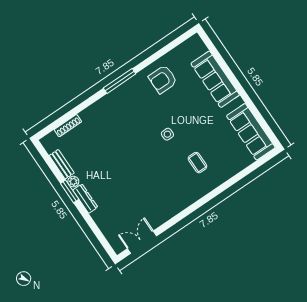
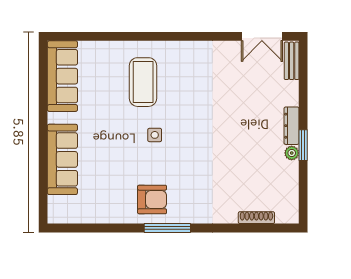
armchair: (163, 79) -> (152, 199), moved
coffee table: (197, 163) -> (143, 82), width x1.86, depth x1.72
bench: (62, 164) -> (292, 61), moved

